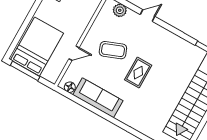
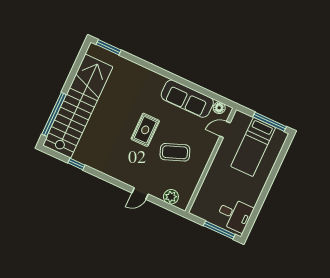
bed: (37, 47) -> (253, 147), width x0.67
door: (74, 53) -> (225, 130), moved

